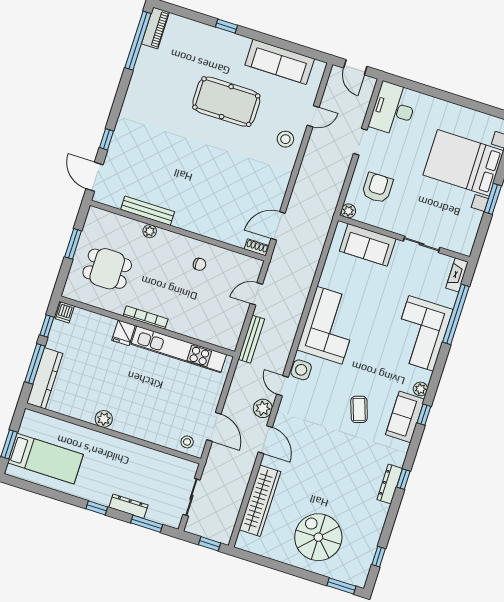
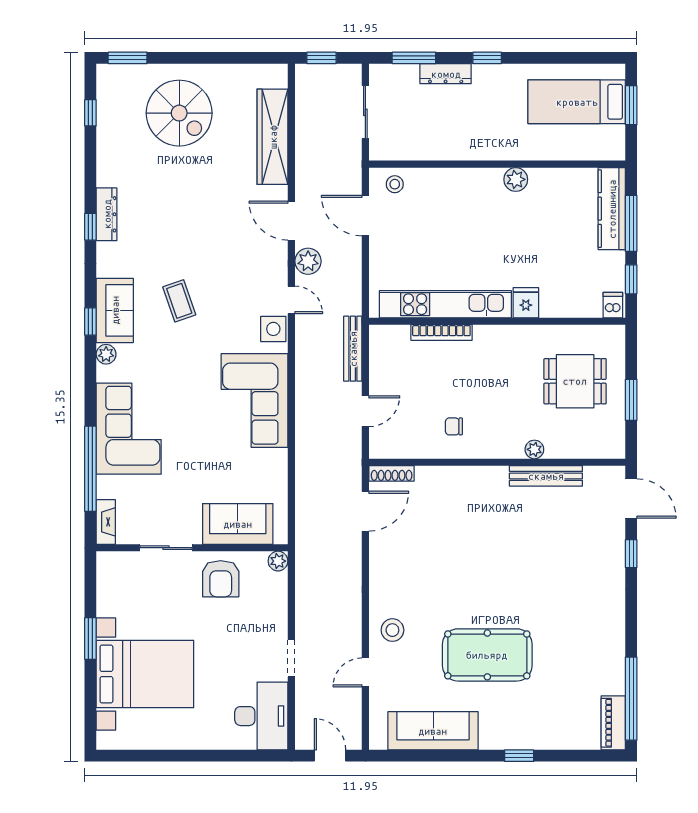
armchair: (377, 188) -> (221, 579), moved
shoe rack: (257, 247) -> (392, 473), width x1.43
bookcase: (146, 317) -> (441, 333), moved

